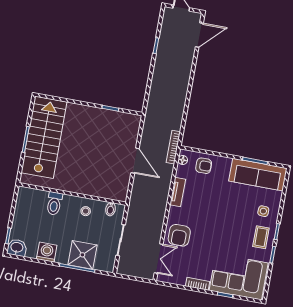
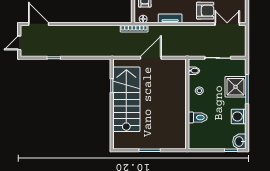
stairs: (44, 137) -> (126, 99), moved, turned 90

